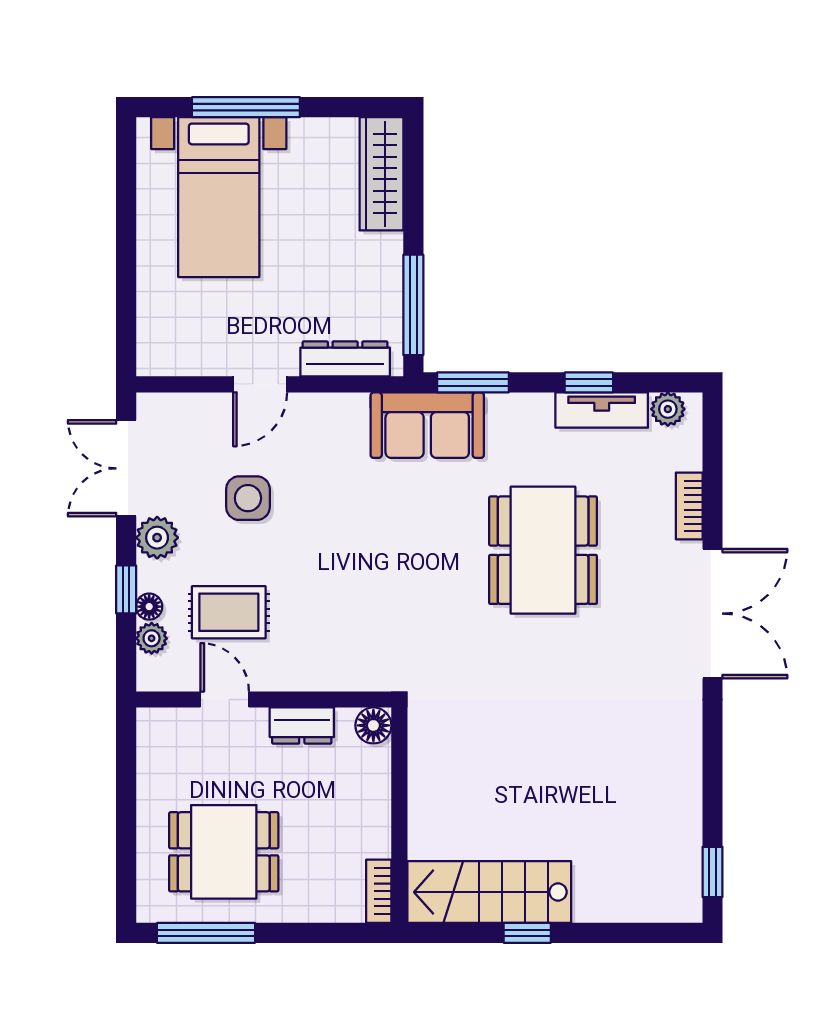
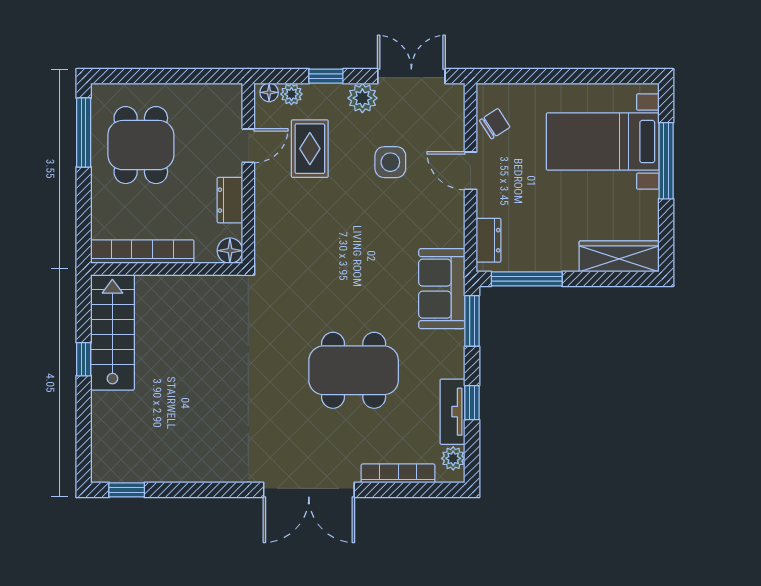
chair: (193, 350) -> (495, 124), added
dresser: (345, 359) -> (489, 240), width x0.70
bookcase: (689, 506) -> (398, 473), width x1.56
floor lamp: (149, 607) -> (269, 92), moved
bookcase: (379, 891) -> (142, 252), width x2.31, depth x1.31

